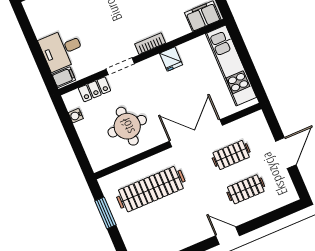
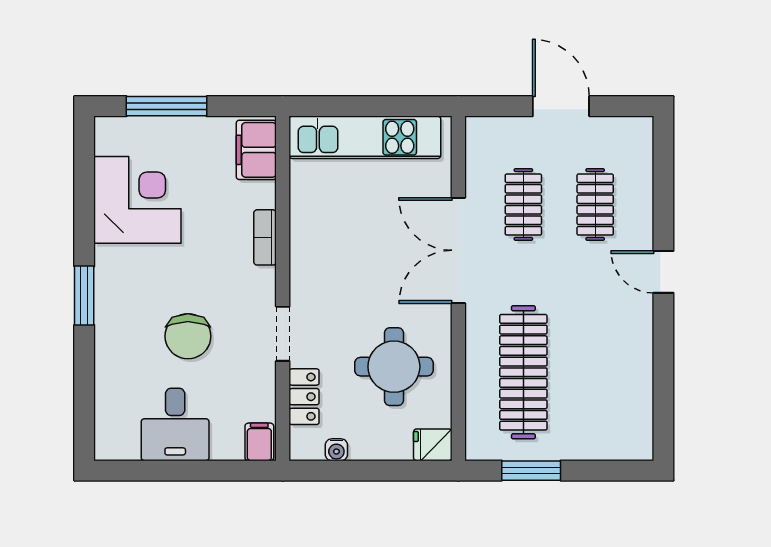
chair: (100, 21) -> (188, 336), added
bookcase: (150, 44) -> (265, 237), moved
desk: (62, 49) -> (175, 424), moved
fridge: (171, 59) -> (433, 445), moved, turned 180
door: (227, 236) -> (663, 272), hinge flipped

